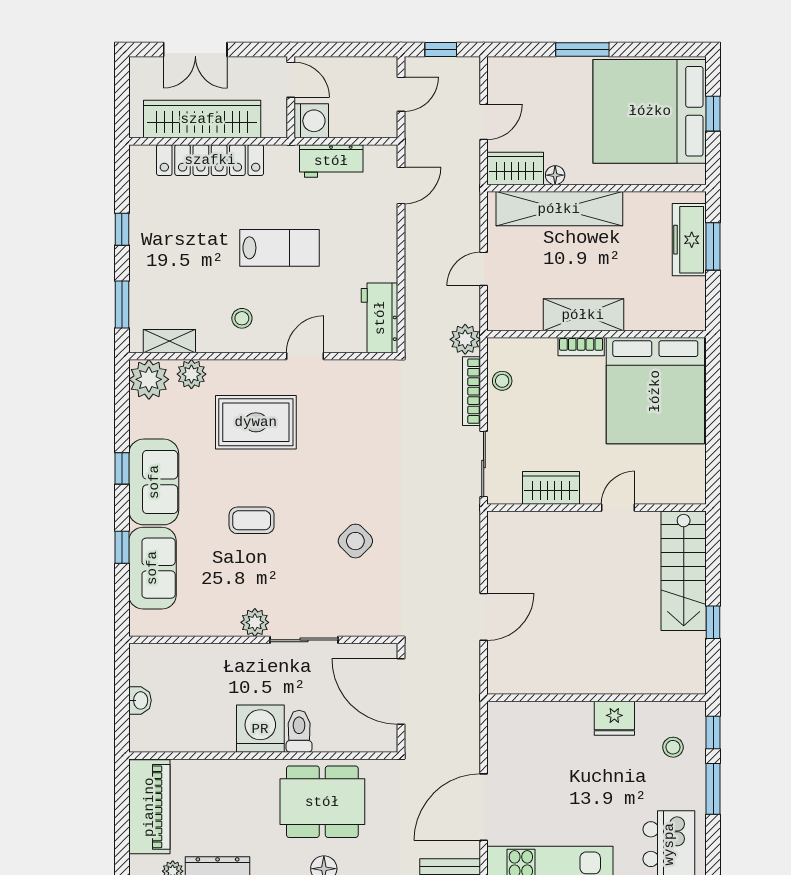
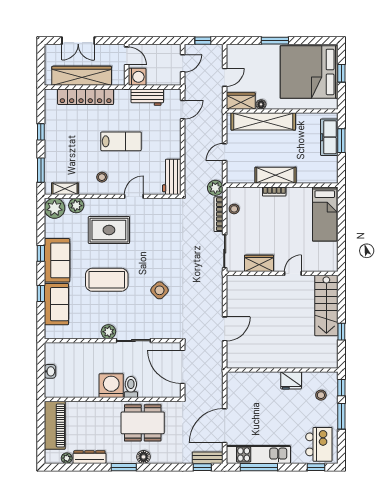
bed: (655, 391) -> (325, 214), width x0.49
coffee table: (252, 520) -> (107, 280), width x1.86, depth x1.72

